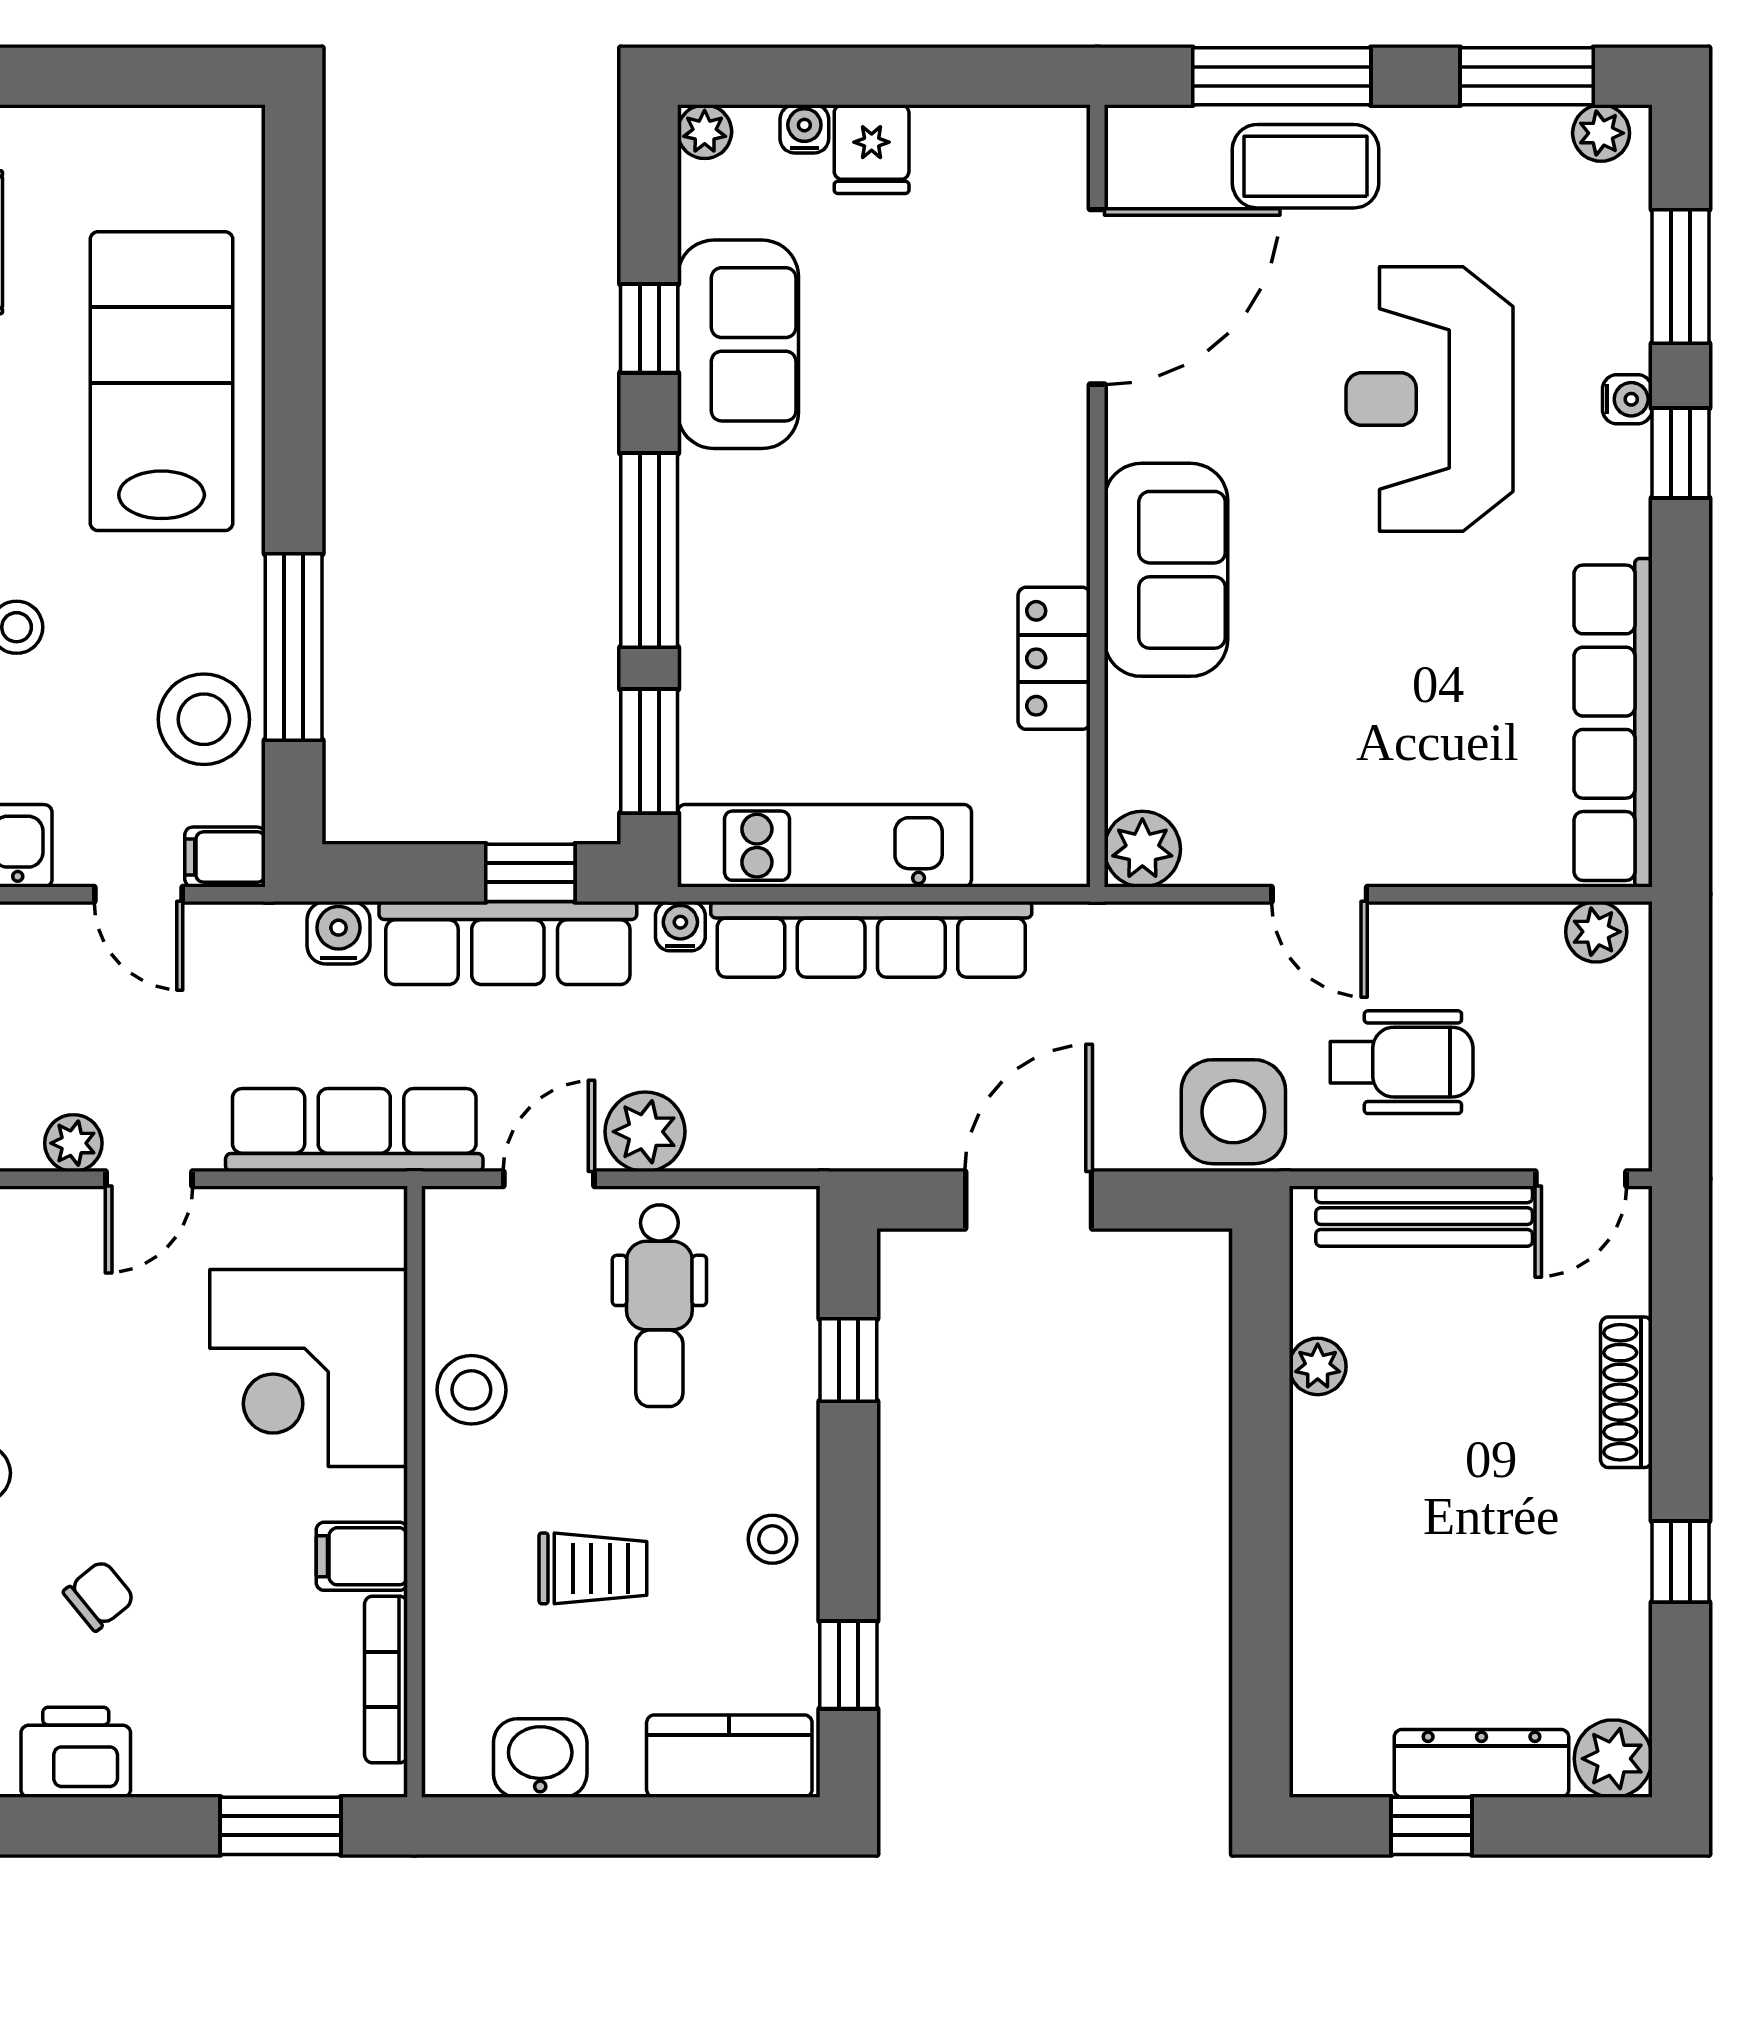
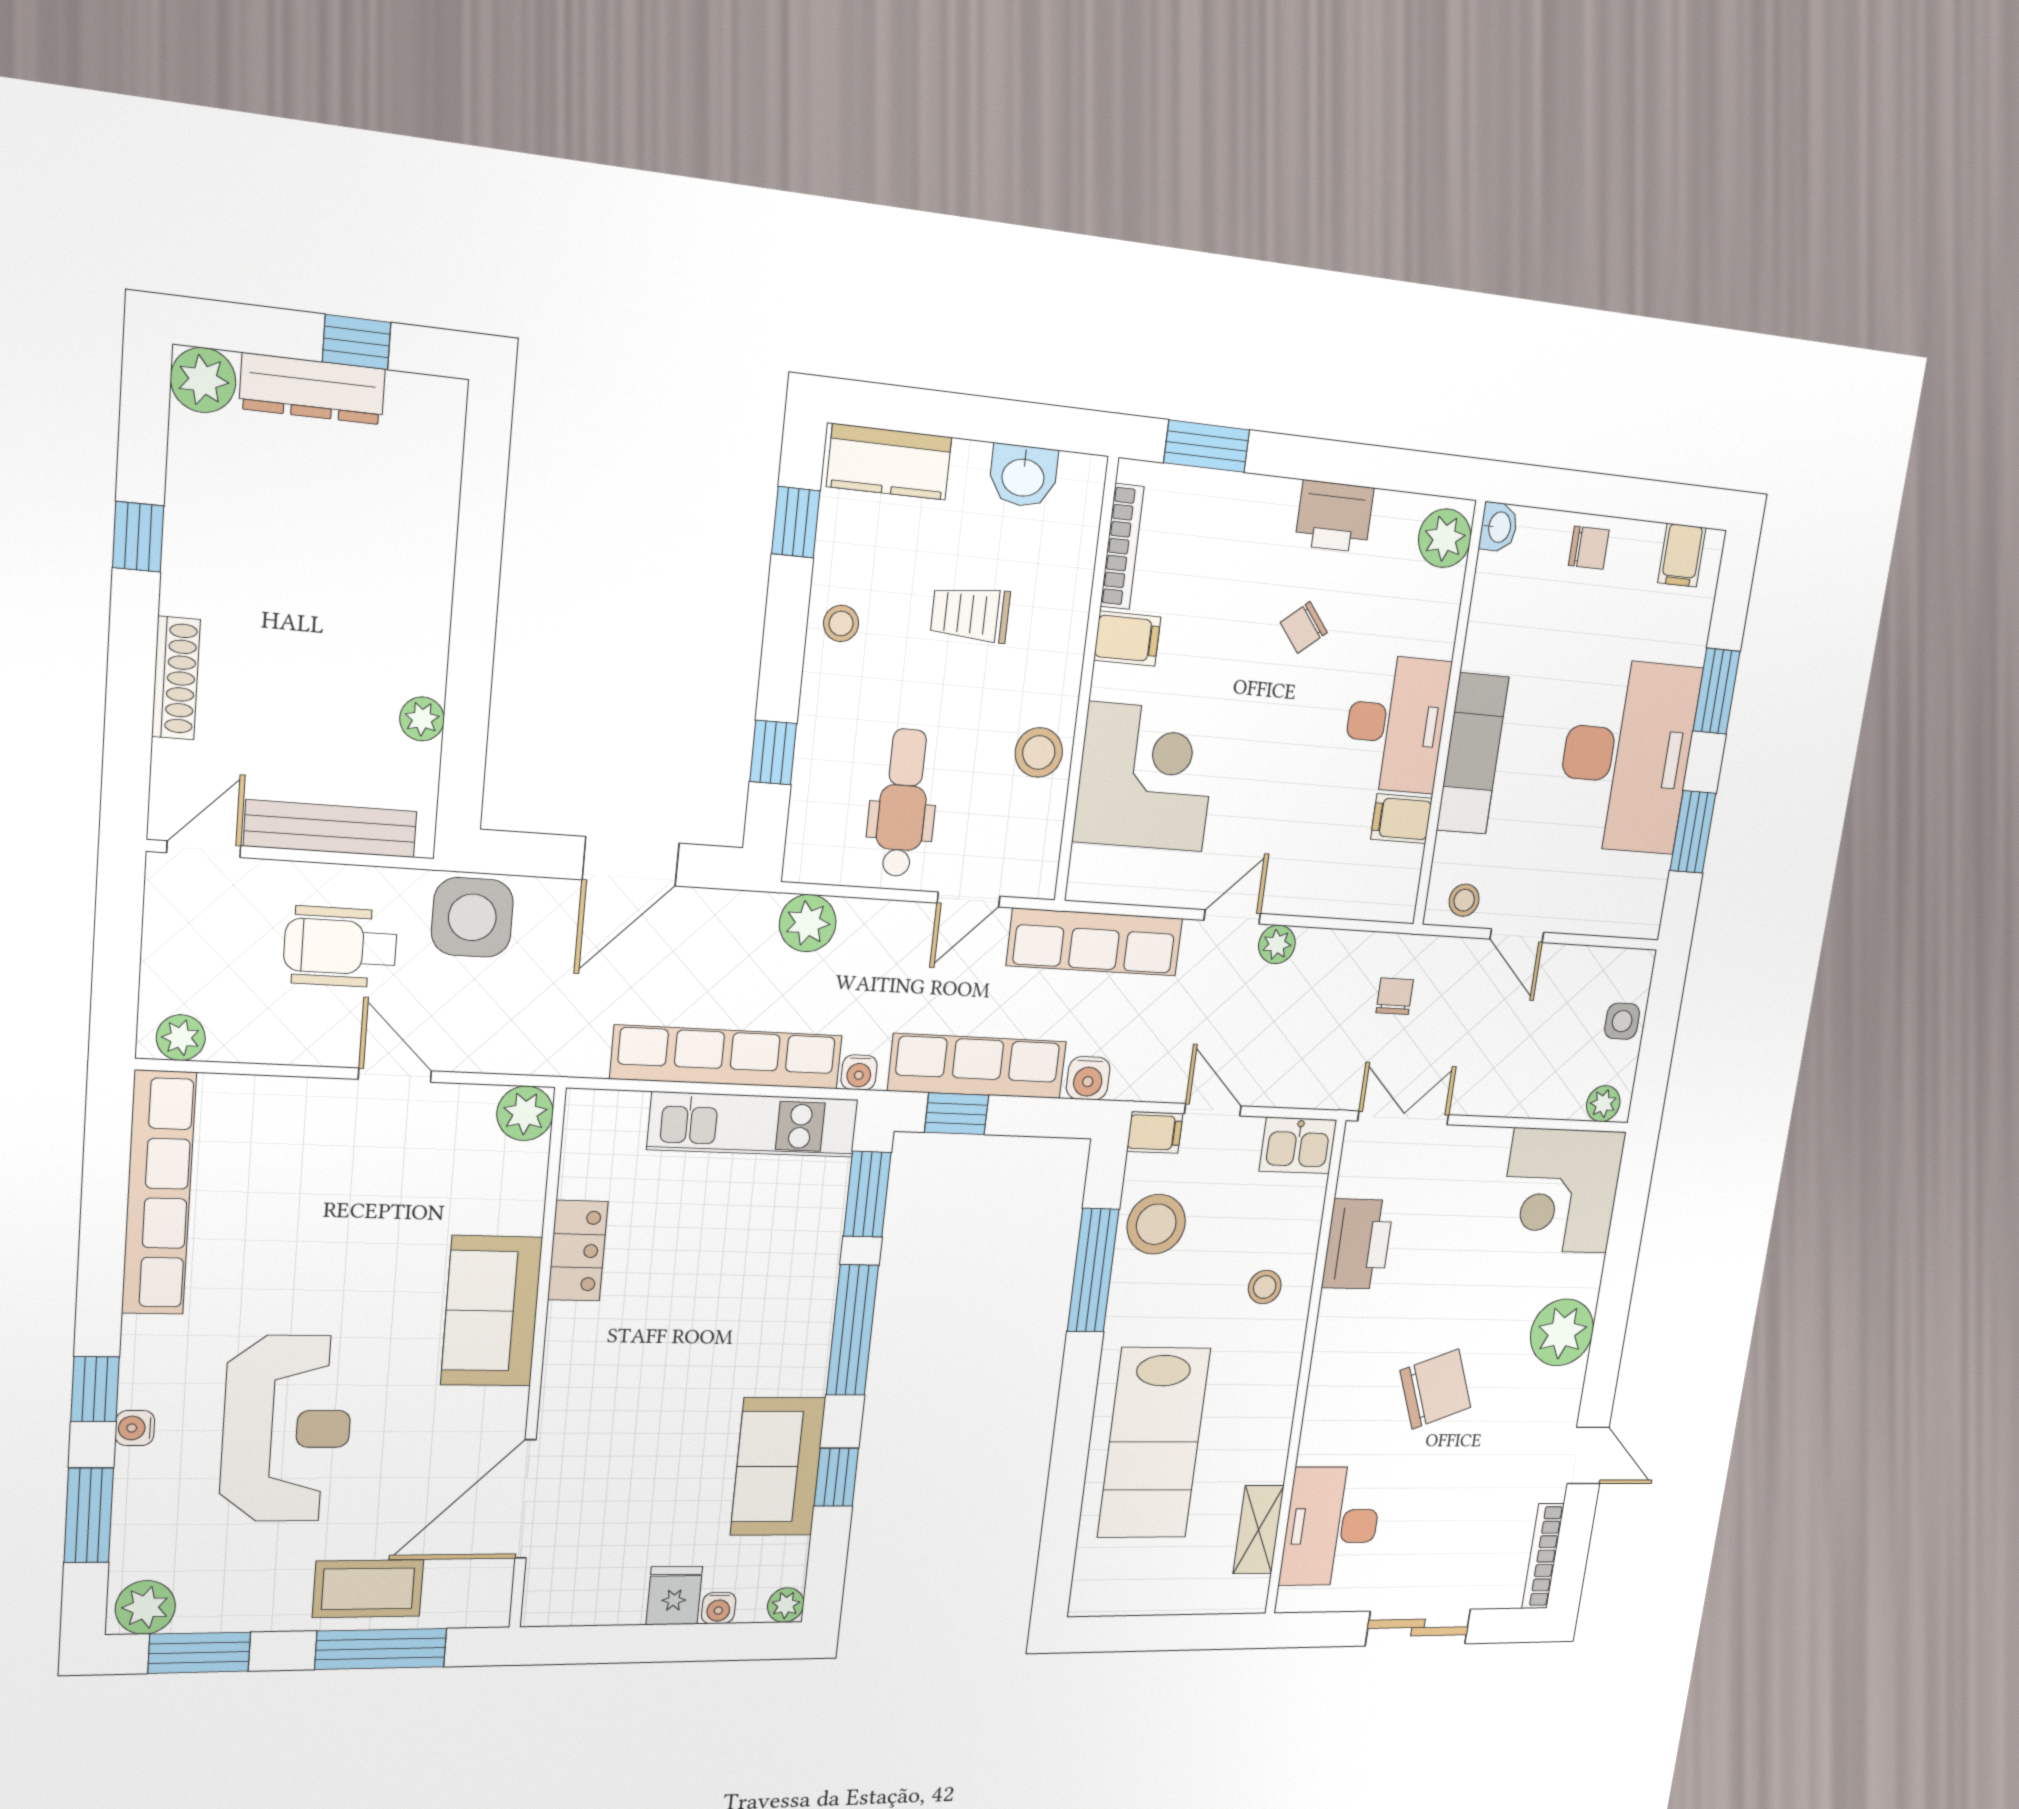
plant: (1601, 133) -> (145, 1607), width x1.38, depth x1.38
plant: (645, 1132) -> (808, 923), moved

